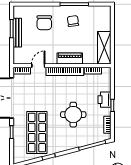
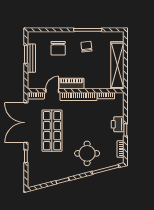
shelving: (104, 48) -> (117, 65), width x1.47
piano: (70, 59) -> (71, 84), moved
round table: (73, 115) -> (87, 153), moved
shop shelf: (37, 133) -> (52, 131), moved

